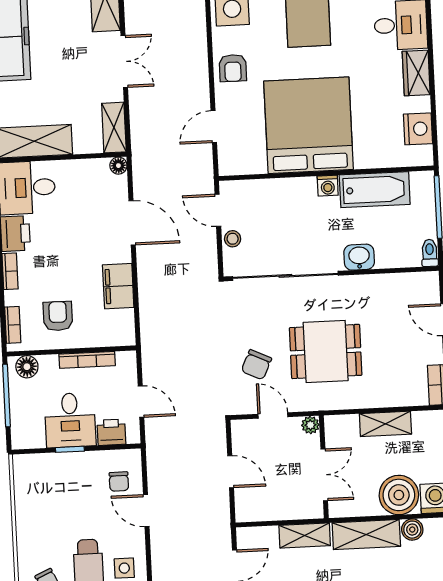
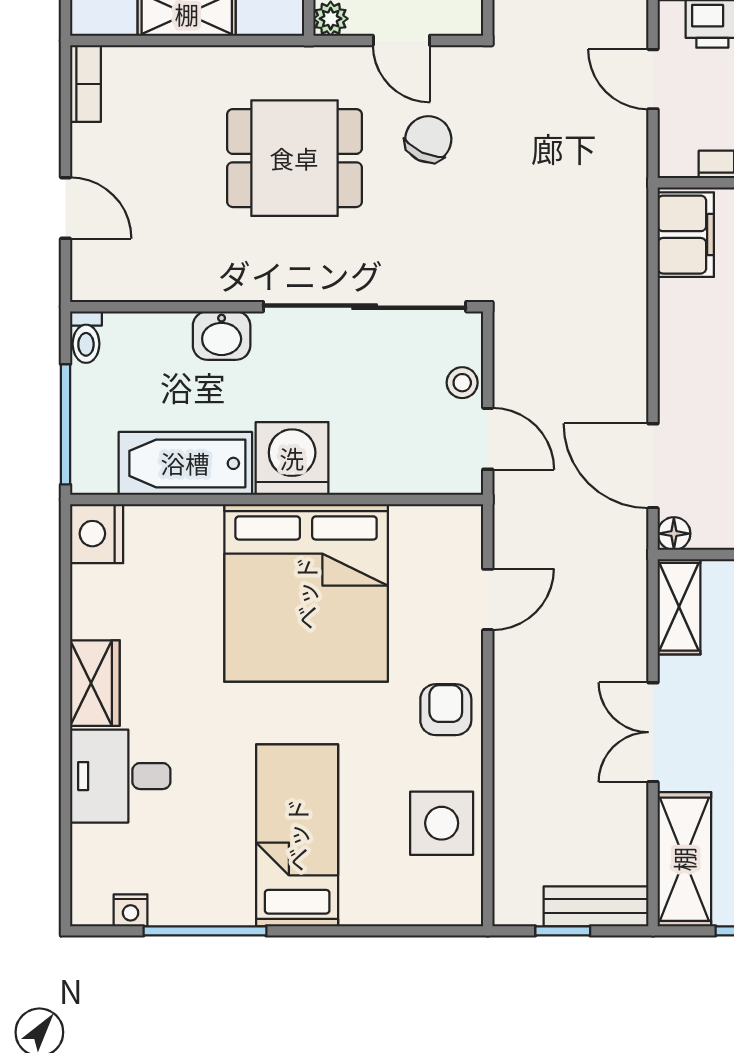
nightstand: (418, 129) -> (97, 534), moved
washing machine: (328, 186) -> (292, 458), width x1.89, depth x1.89
door: (132, 223) -> (653, 466), moved
filing cabinet: (118, 286) -> (686, 235), moved

